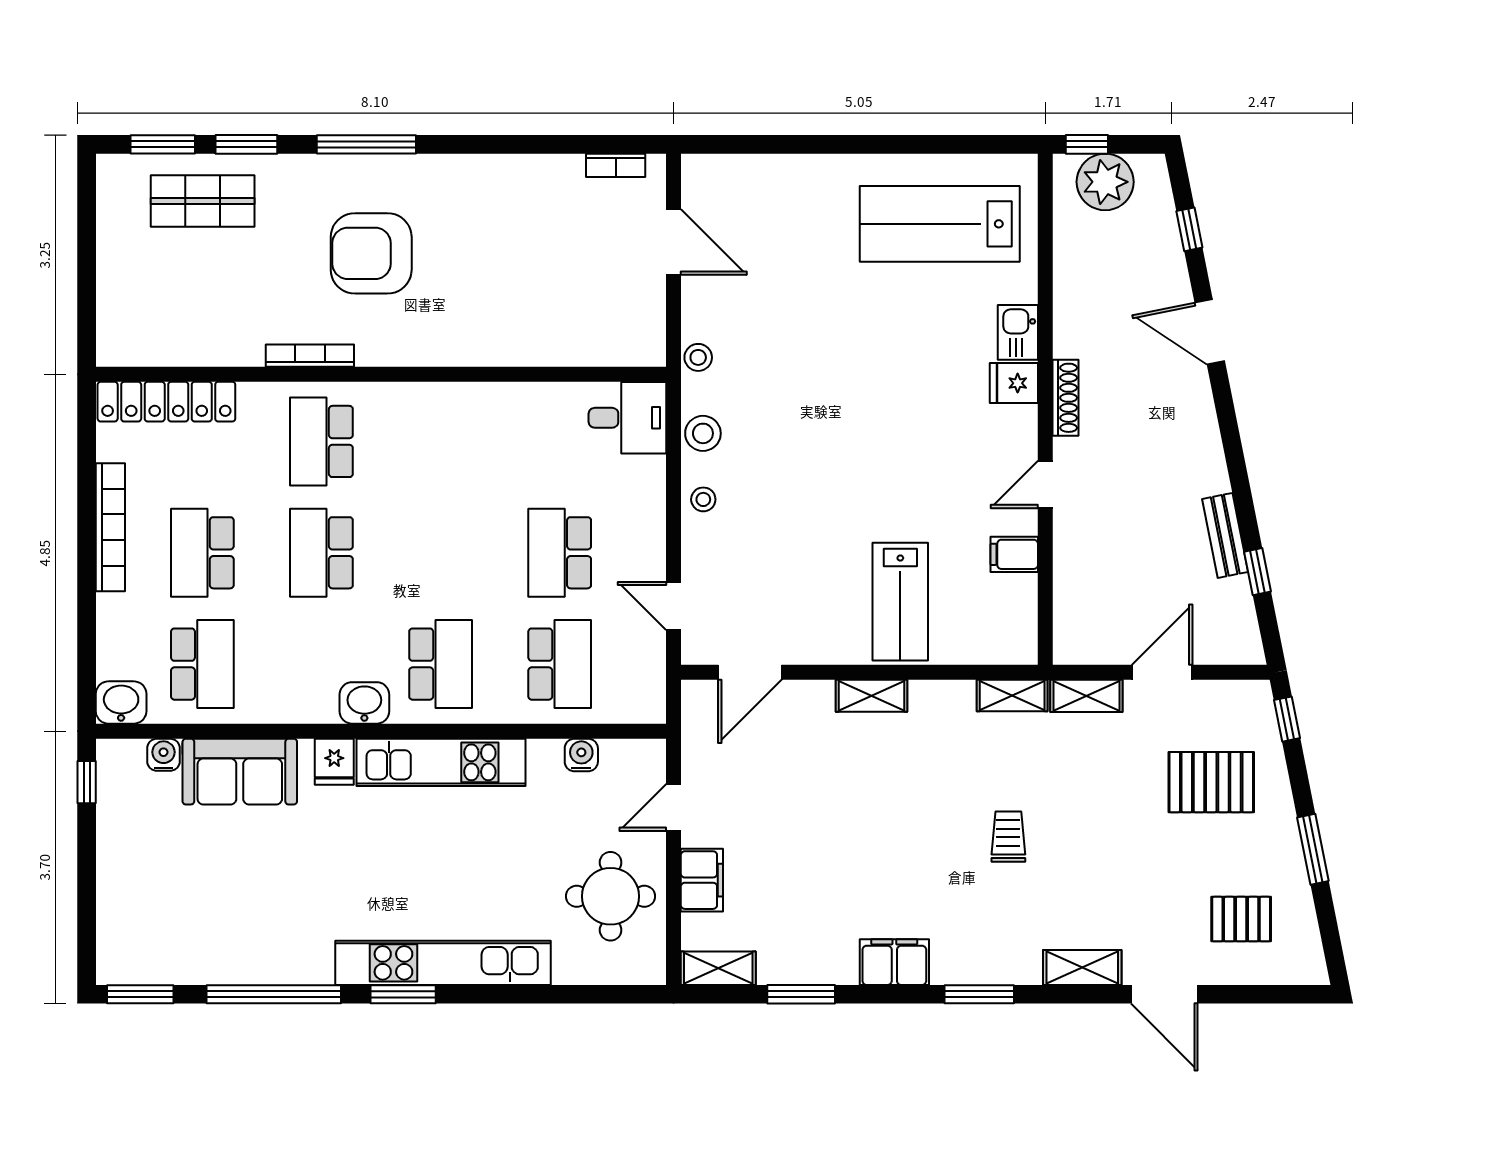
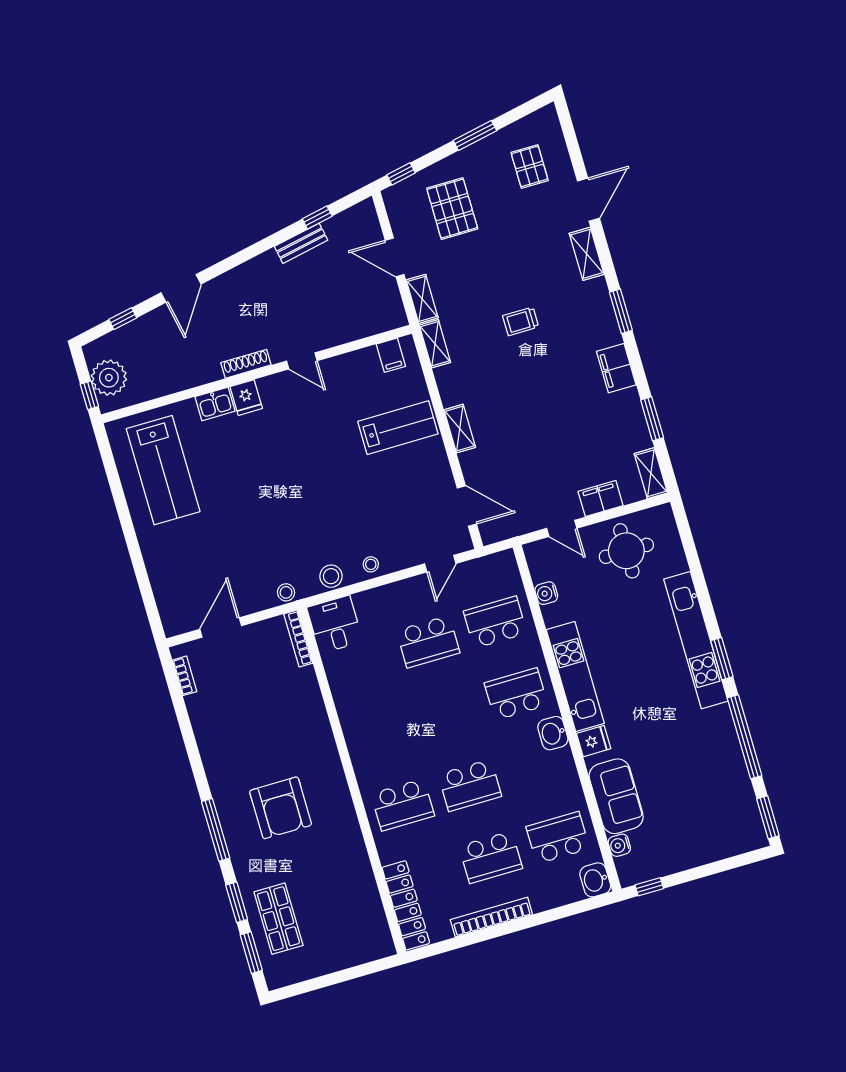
bookcase: (310, 356) -> (298, 639), moved
filing cabinet: (1014, 554) -> (391, 355), moved

